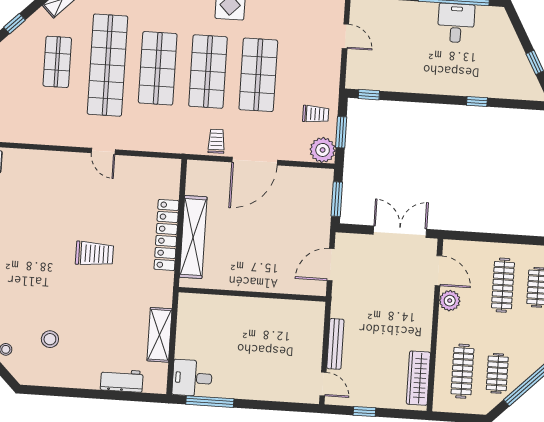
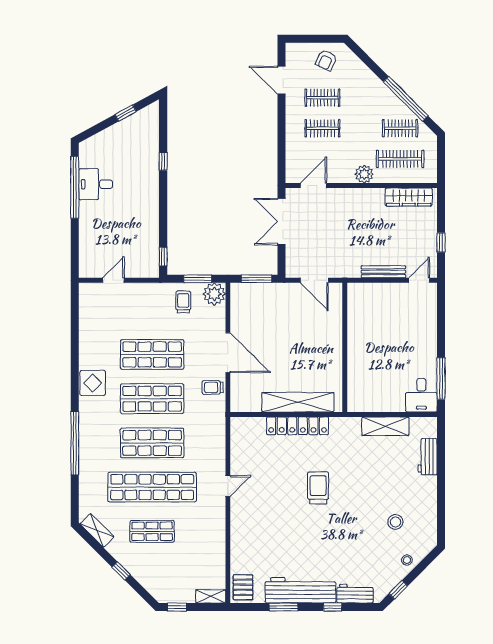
clothes rail: (503, 285) -> (322, 128), width x0.73
plant: (450, 301) -> (364, 174), moved

